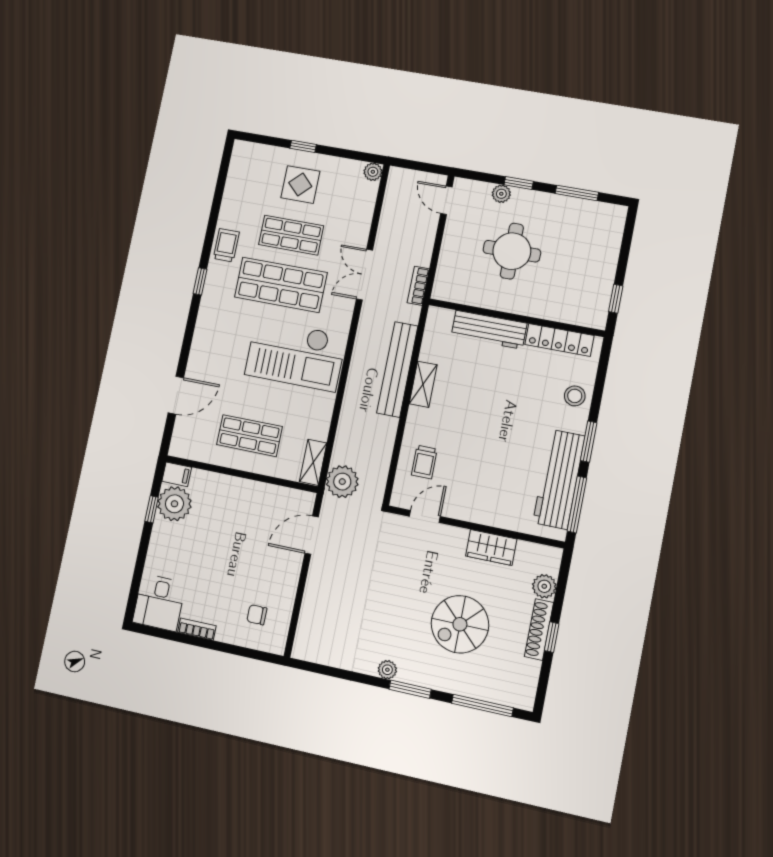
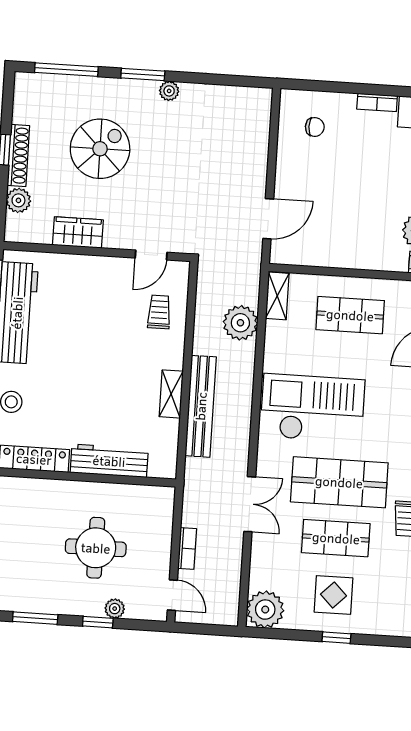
plant: (373, 172) -> (265, 610), width x1.87, depth x1.87
bookcase: (418, 286) -> (187, 548), moved
plant: (342, 482) -> (240, 323), moved

